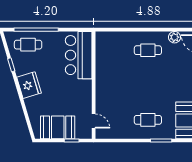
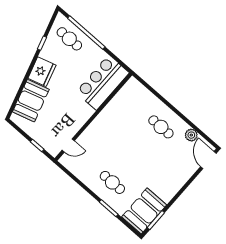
door: (94, 121) -> (68, 145), hinge flipped
booth: (58, 127) -> (31, 101), moved, turned 73

